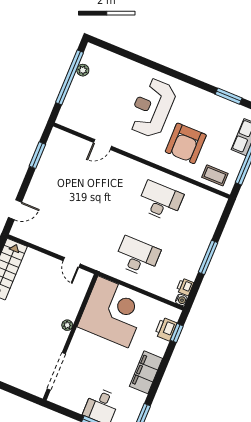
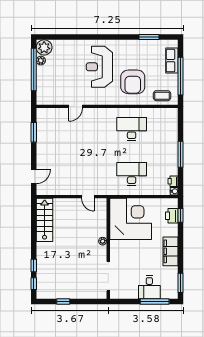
plant: (94, 56) -> (44, 47), added

